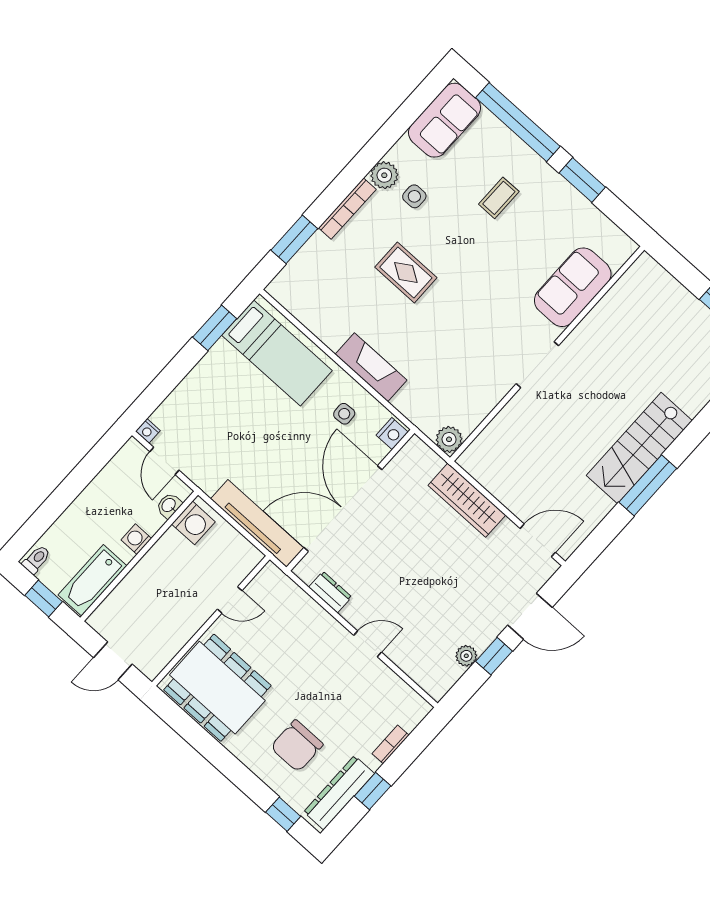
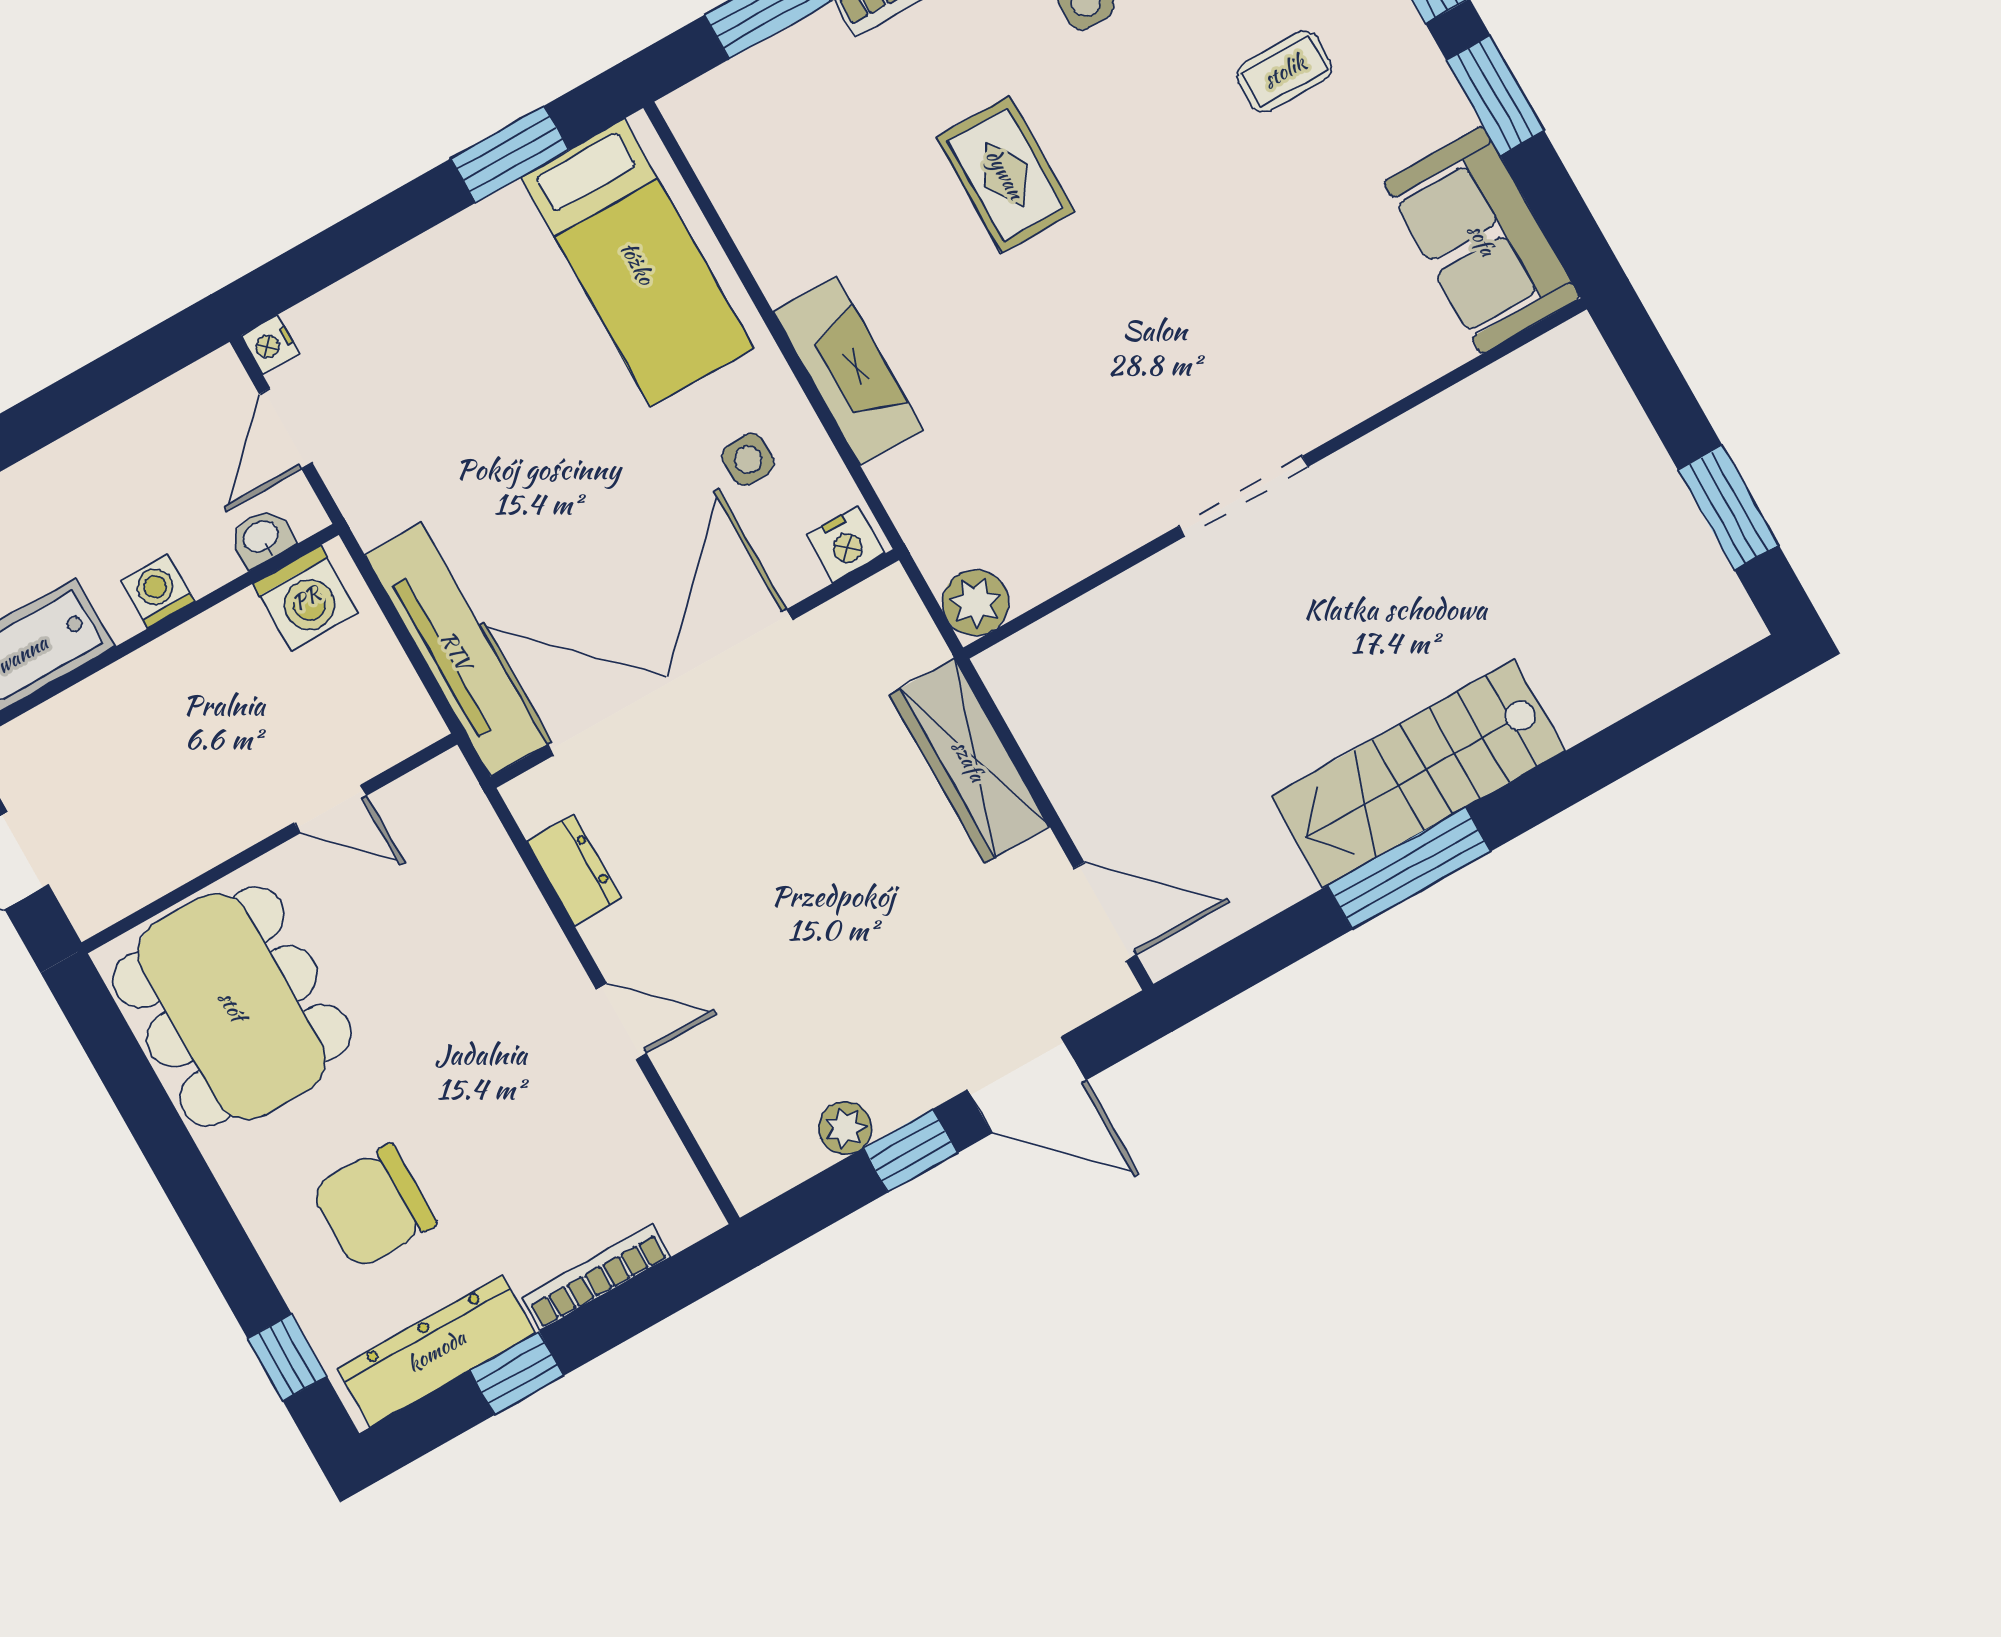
sofa: (573, 287) -> (1482, 240), moved, turned -90
bookcase: (390, 744) -> (596, 1277), width x1.56

